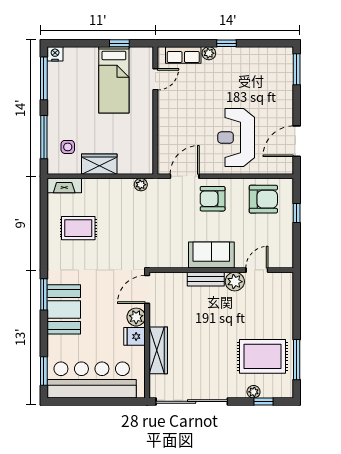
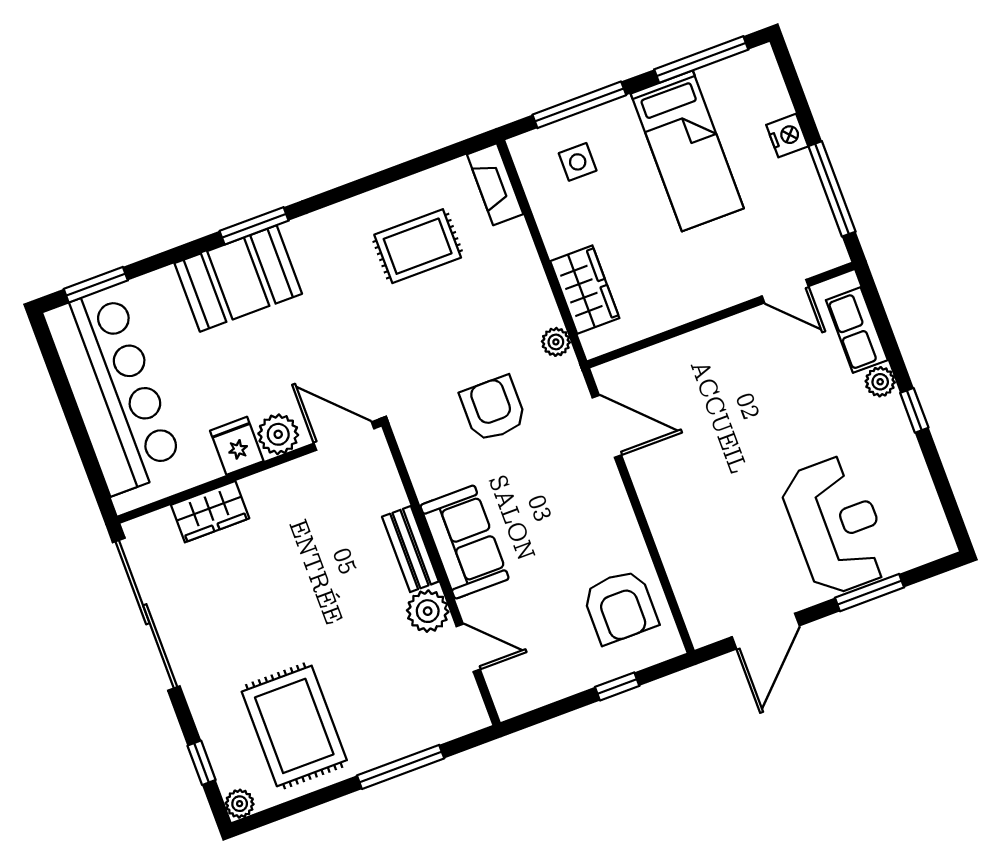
window: (119, 43) -> (832, 189), width x2.17
nightstand: (55, 54) -> (787, 136), moved
window: (297, 69) -> (869, 593), moved
bed: (114, 80) -> (687, 151), moved, turned -90
reception desk: (236, 138) -> (836, 525), moved, turned 90
door: (297, 141) -> (766, 631), swing flipped
wardrobe: (99, 164) -> (585, 290), moved
armchair: (213, 199) -> (493, 409), moved
rug: (78, 228) -> (418, 246), turned 90
wardrobe: (158, 350) -> (210, 512), width x0.67
window: (297, 360) -> (401, 767), moved
plant: (254, 392) -> (240, 804), moved

